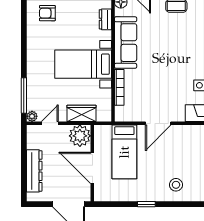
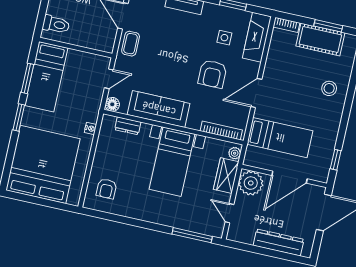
armchair: (166, 82) -> (212, 74), added
bookcase: (119, 87) -> (221, 131), moved
plant: (32, 116) -> (235, 153), moved
door: (158, 123) -> (256, 93), swing flipped
window: (146, 204) -> (336, 160), moved

